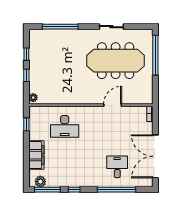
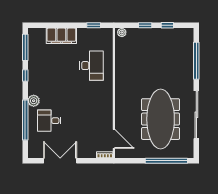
sliding door: (111, 27) -> (196, 115), width x1.86
door: (113, 105) -> (114, 139), moved
desk: (65, 126) -> (92, 66), turned 180
double door: (155, 156) -> (60, 161), width x0.73
desk: (117, 167) -> (49, 121), turned 180
plant: (40, 182) -> (34, 101), moved

